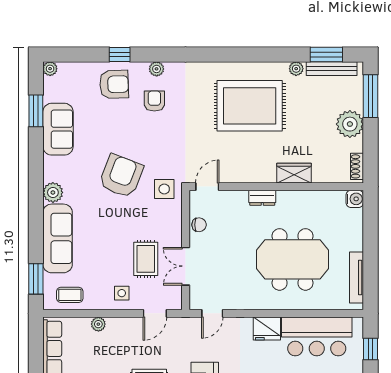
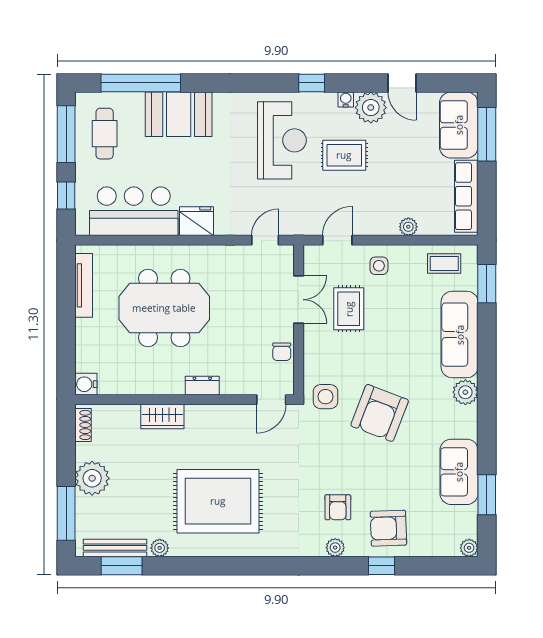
chair: (199, 225) -> (282, 352), turned -90

